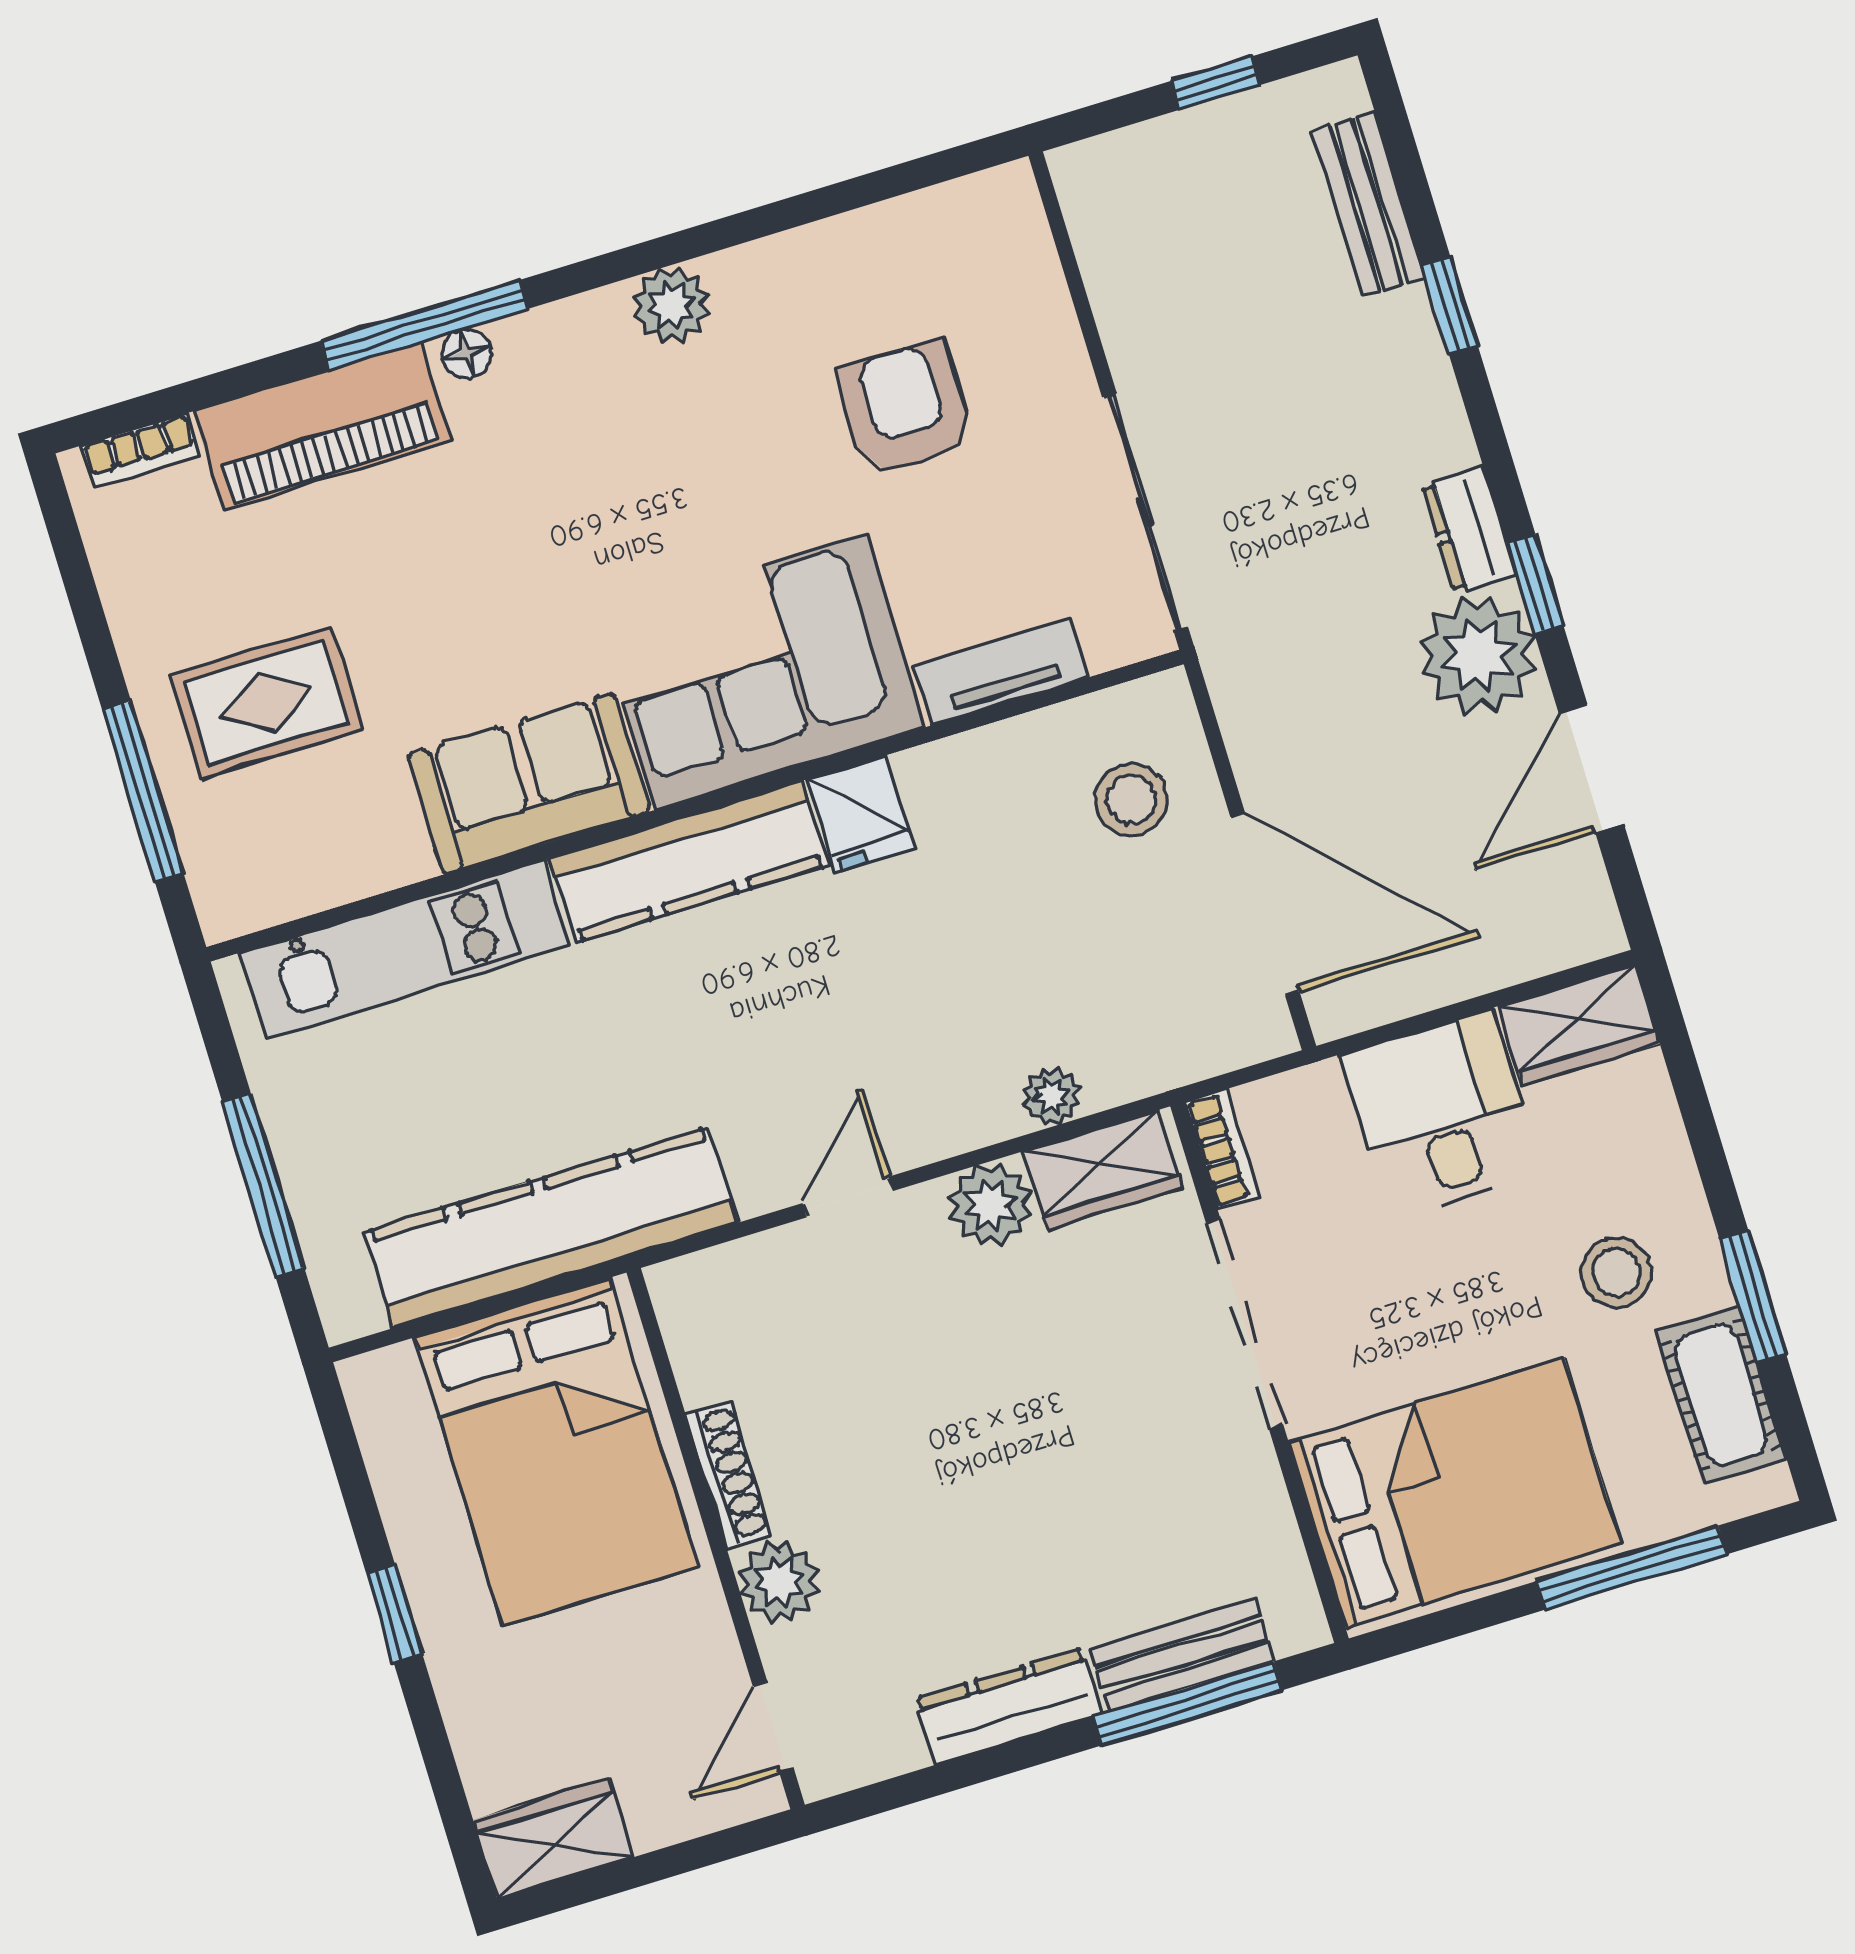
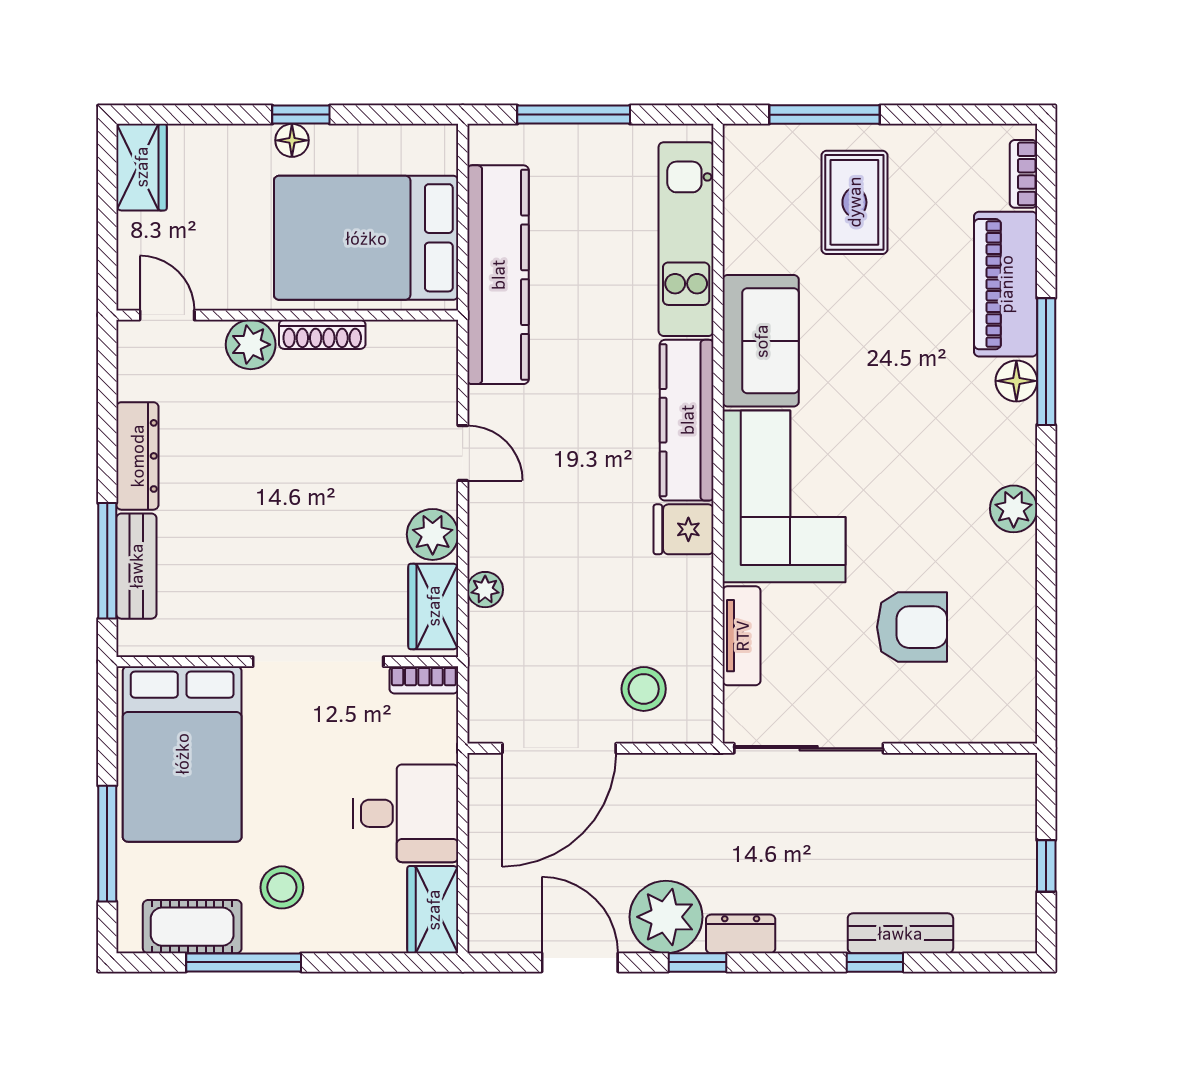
bench: (1369, 205) -> (900, 933), moved
floor lamp: (466, 354) -> (1016, 381), width x1.37, depth x1.37
window: (1753, 1297) -> (244, 962), width x1.44
floor lamp: (439, 1615) -> (292, 140), added

